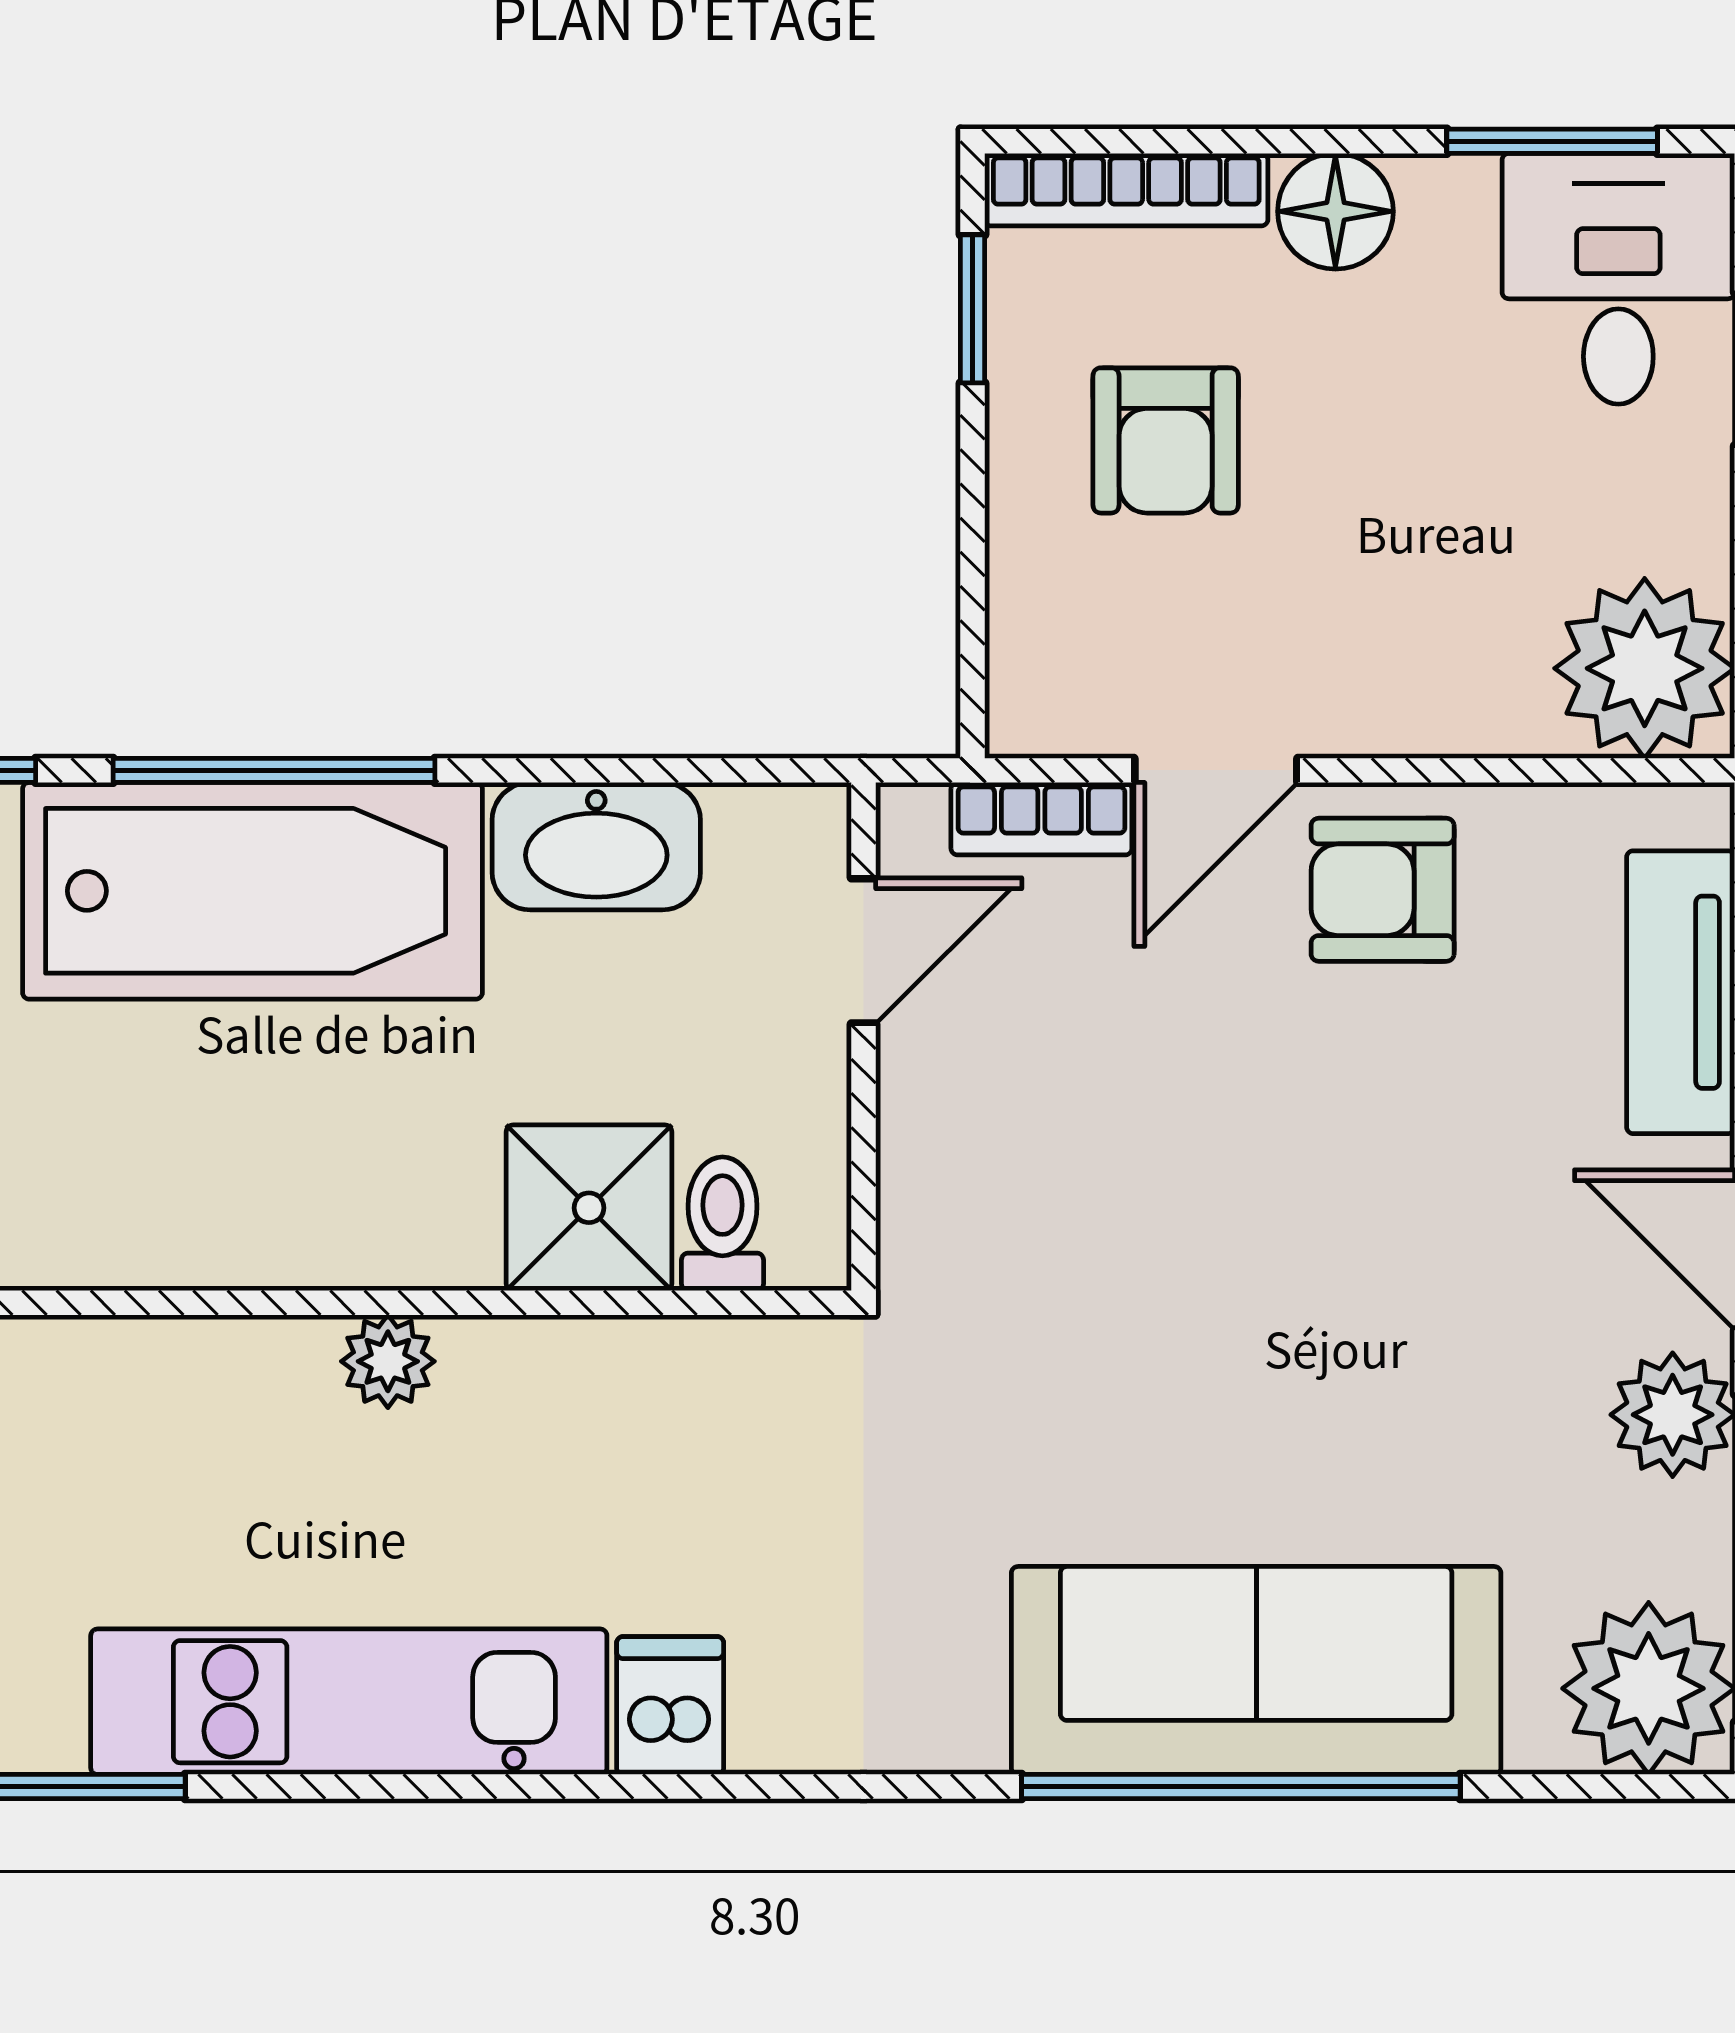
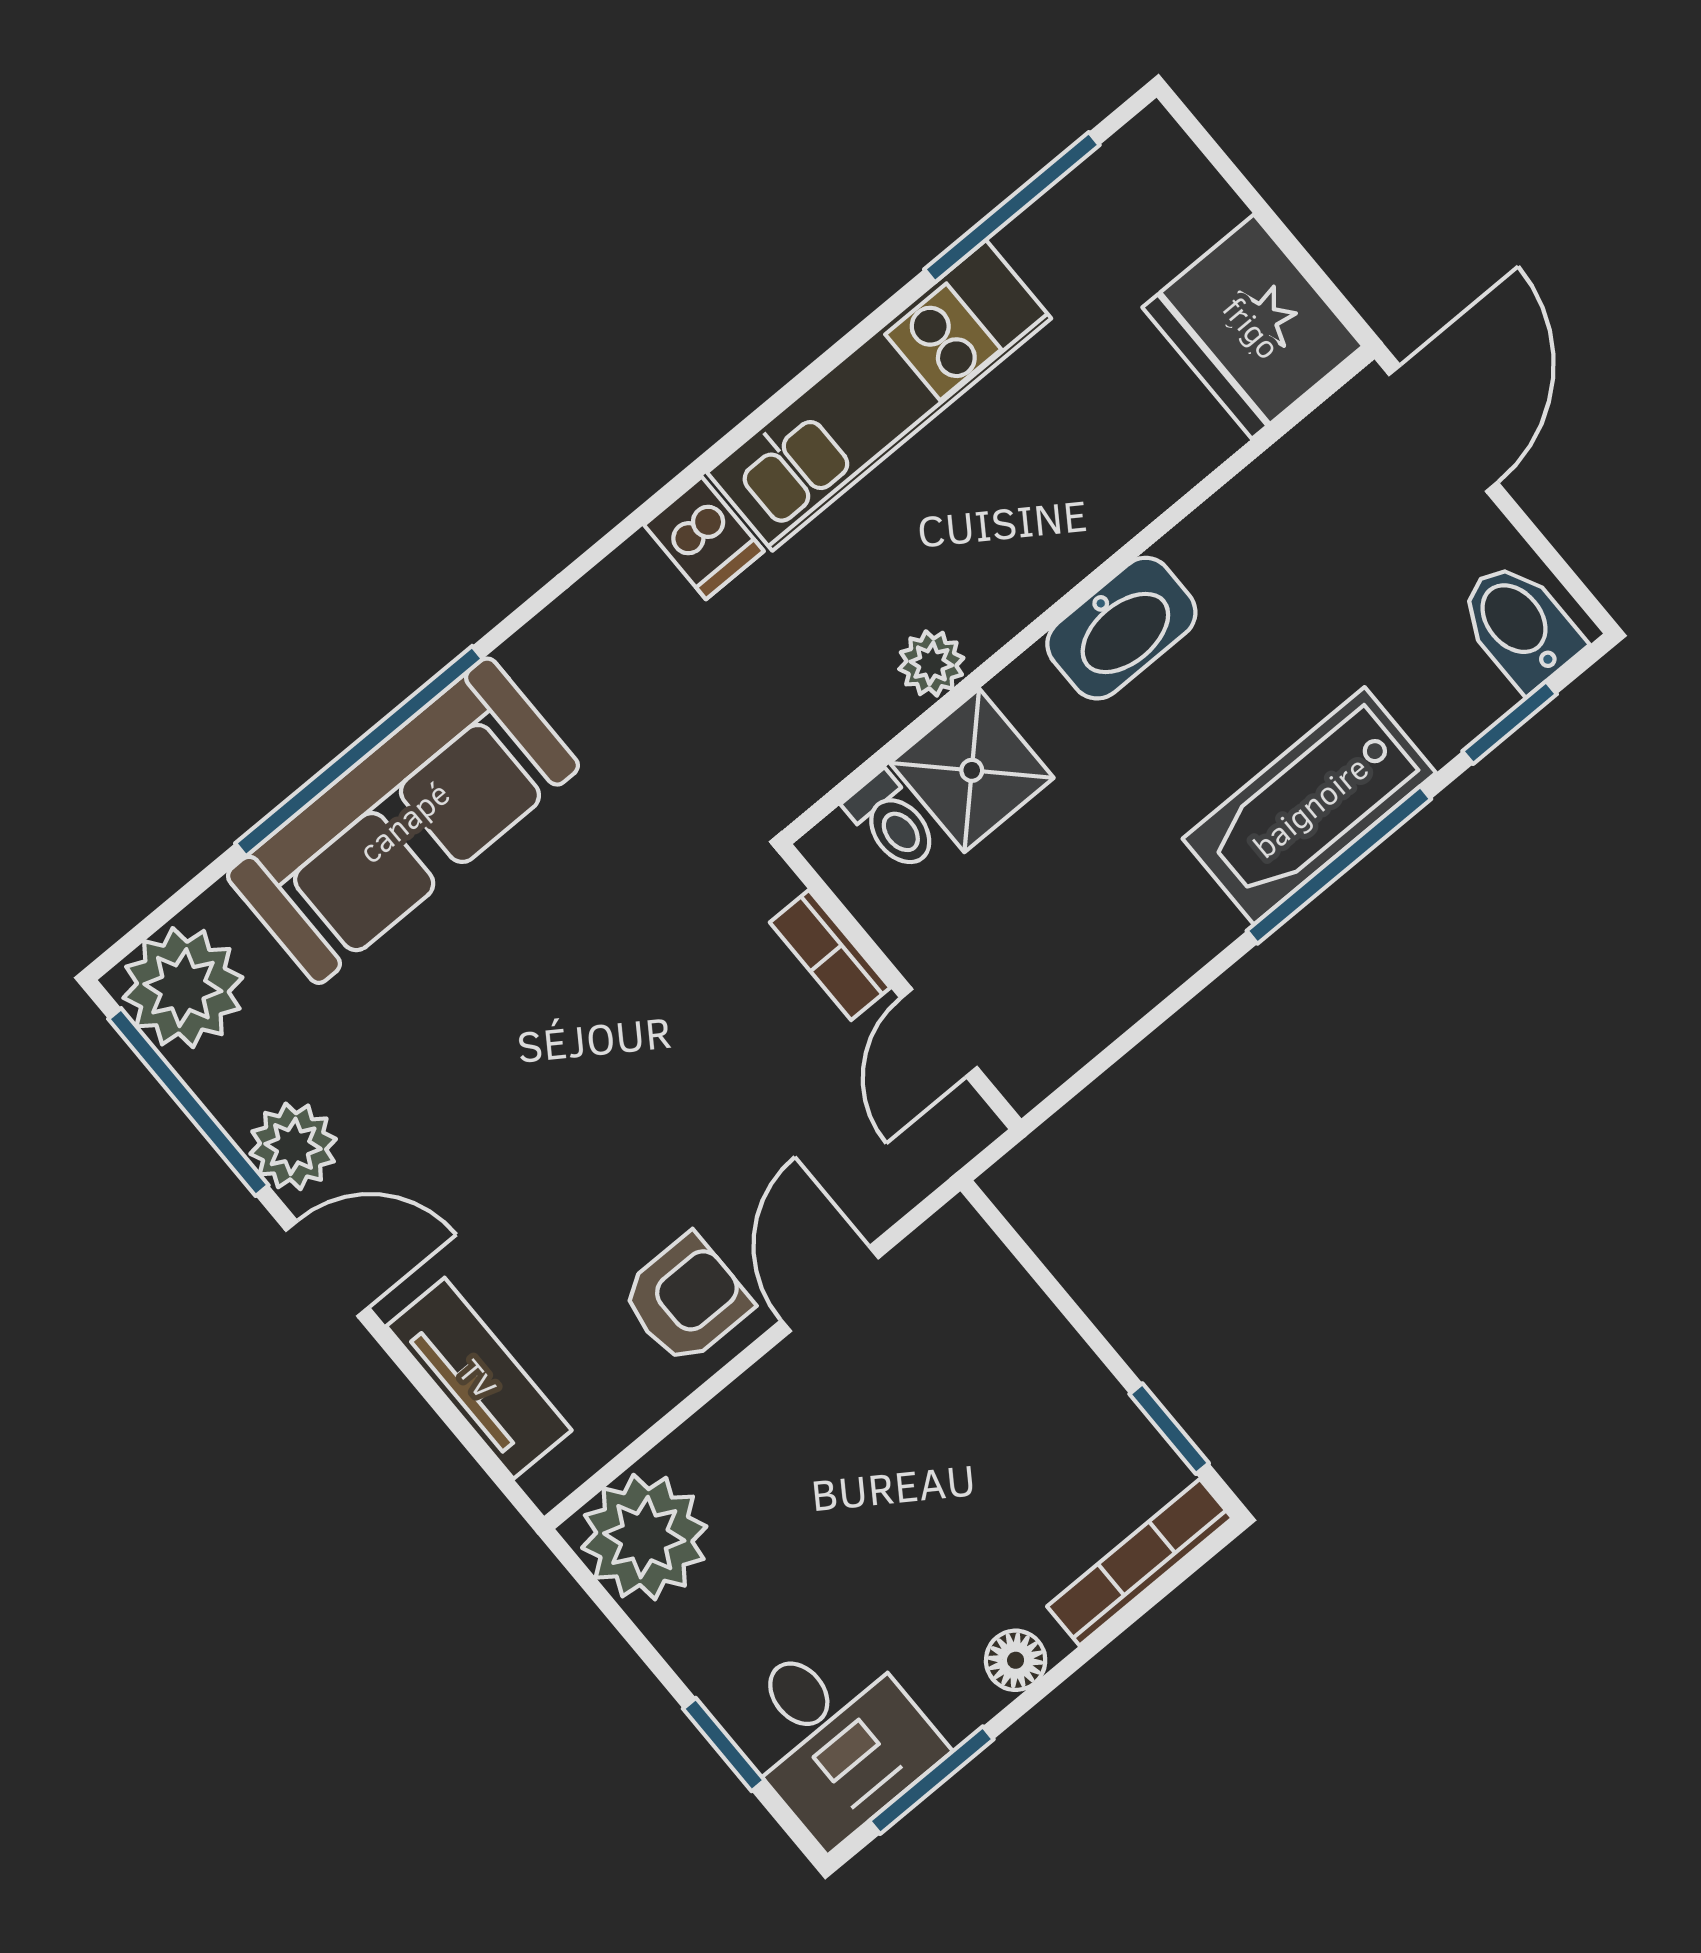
floor lamp: (1335, 211) -> (1016, 1660), width x0.73, depth x0.73
armchair: (1166, 440) -> (1006, 1445), removed
bookcase: (1041, 819) -> (830, 955), moved, turned -90
washbasin: (596, 846) -> (1121, 628), moved, turned 180
bathtub: (252, 891) -> (1309, 806), width x0.73, depth x0.73
plant: (388, 1361) -> (931, 663), moved

